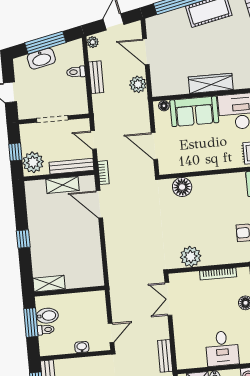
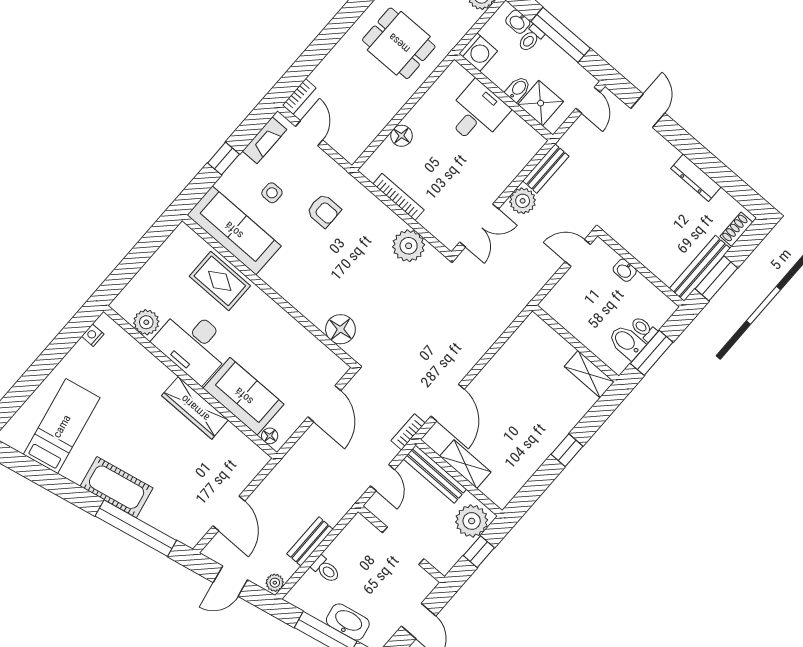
plant: (138, 84) -> (523, 201), moved

